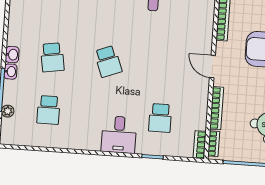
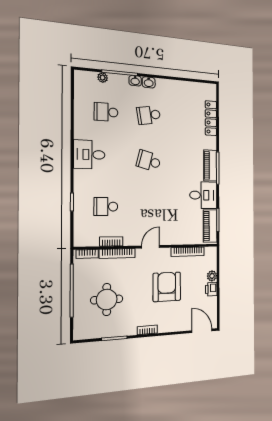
school desk: (108, 61) -> (149, 161), turned 36
desk: (119, 135) -> (89, 154), moved
bookcase: (200, 145) -> (111, 241), moved

